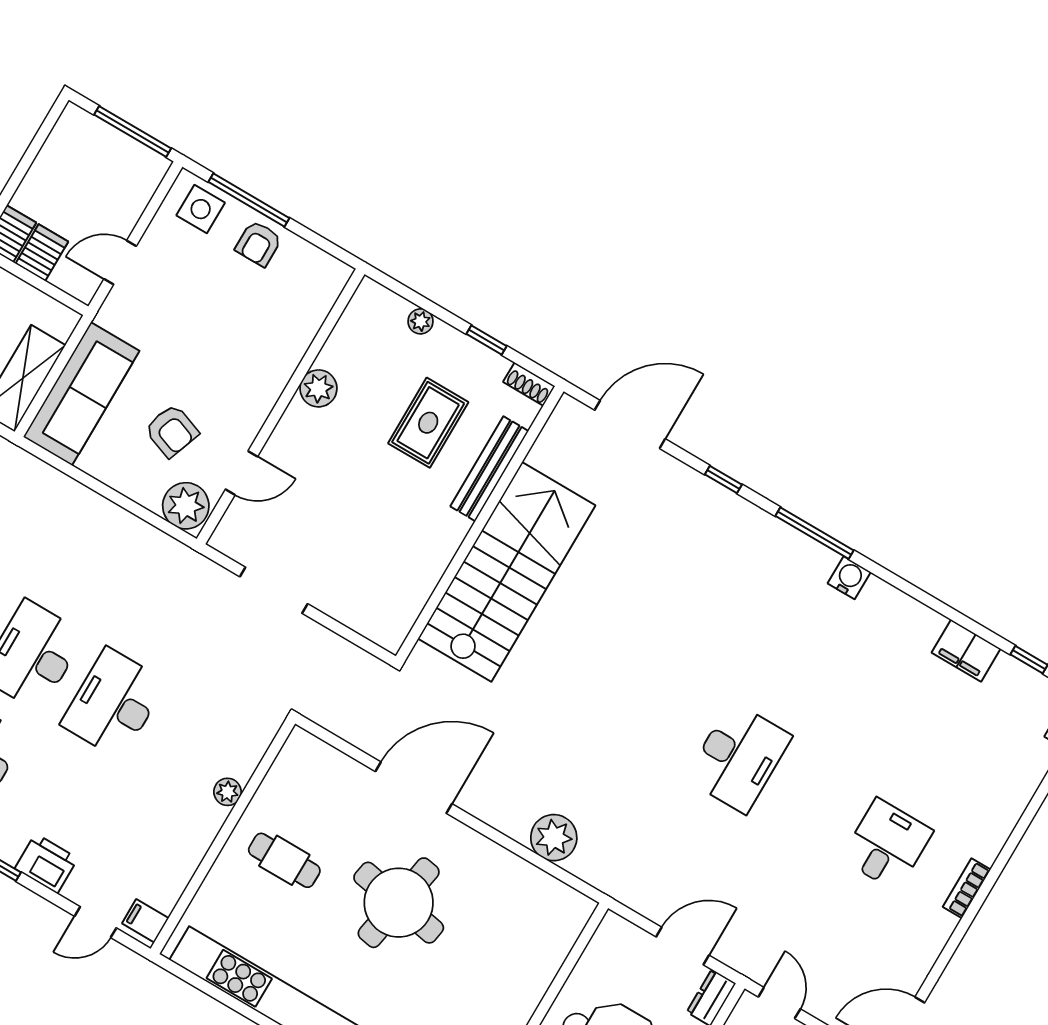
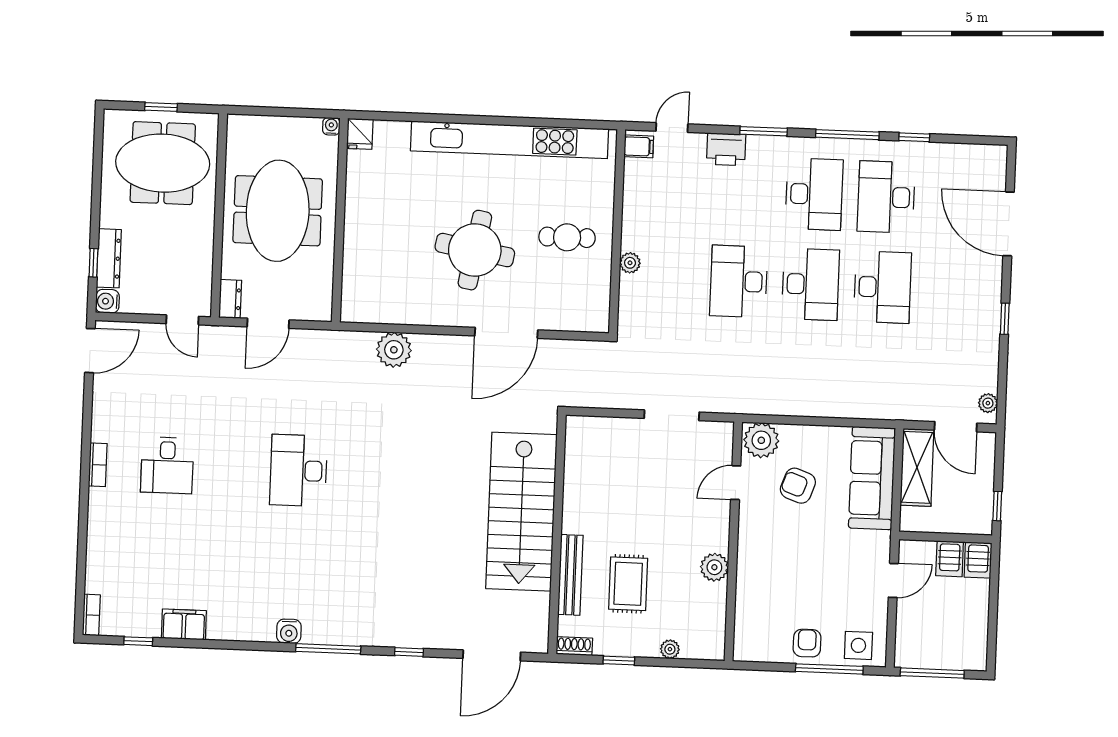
desk: (114, 703) -> (739, 281), turned 180

